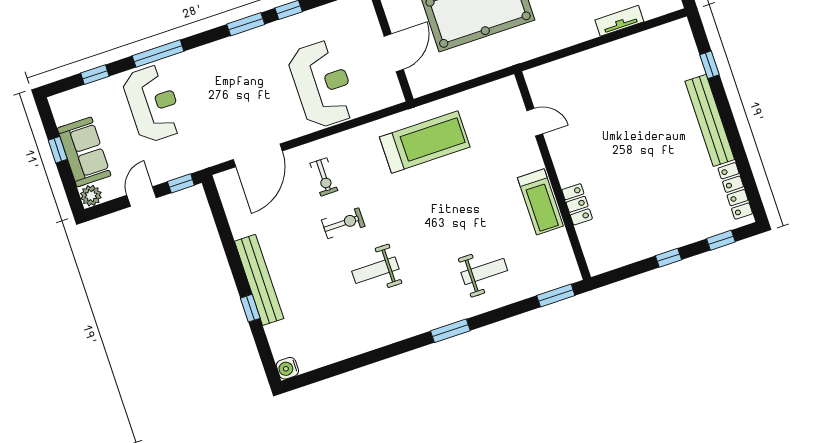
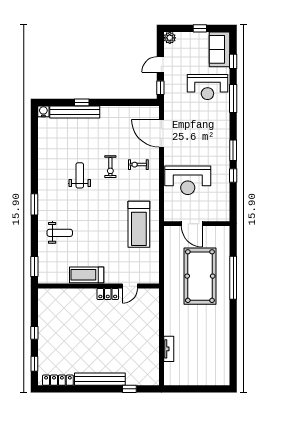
sofa: (84, 152) -> (220, 49), moved, turned 90
door: (141, 196) -> (160, 64), swing flipped
locker: (577, 204) -> (108, 294), moved
weight bench: (484, 272) -> (60, 233), turned -90
bench: (259, 280) -> (75, 112), moved

